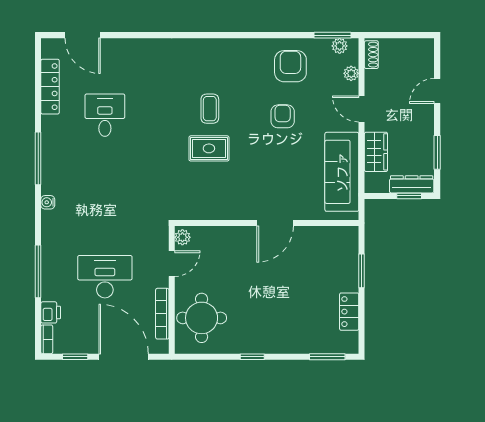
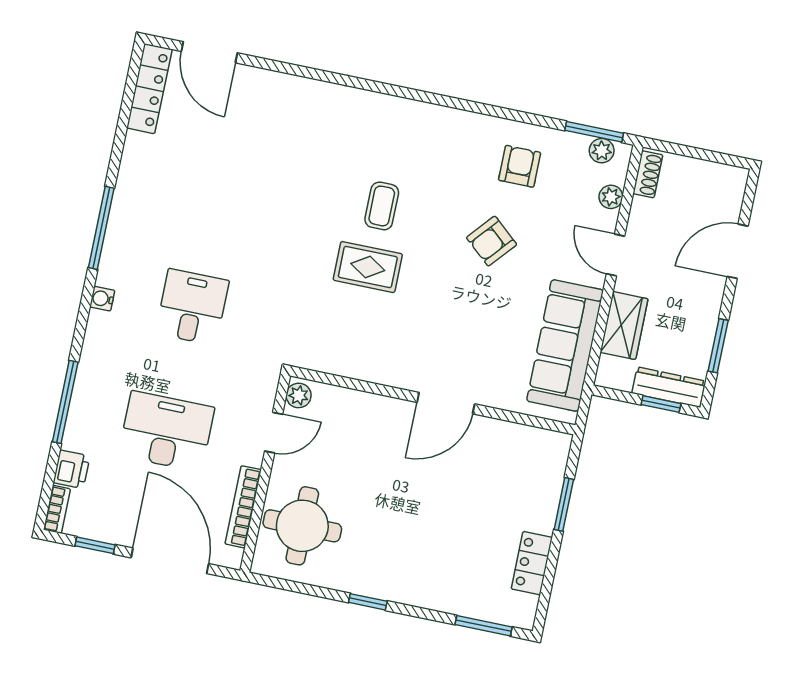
armchair: (290, 66) -> (520, 166), width x0.72, depth x0.72
locker: (50, 87) -> (149, 89), moved
door: (437, 91) -> (738, 251), width x1.37
desk: (105, 115) -> (192, 307), moved
armchair: (283, 116) -> (492, 241), turned -139

